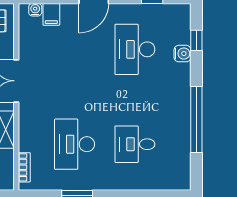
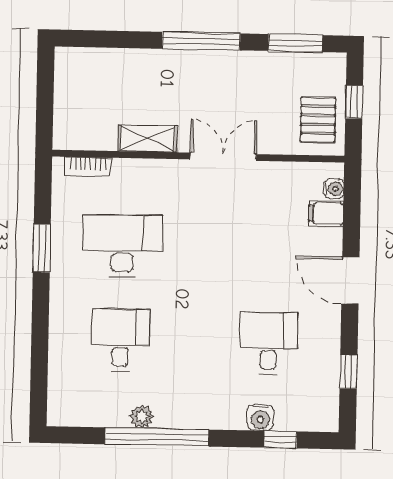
desk: (135, 49) -> (269, 343), width x0.73
plant: (184, 129) -> (142, 417), added

